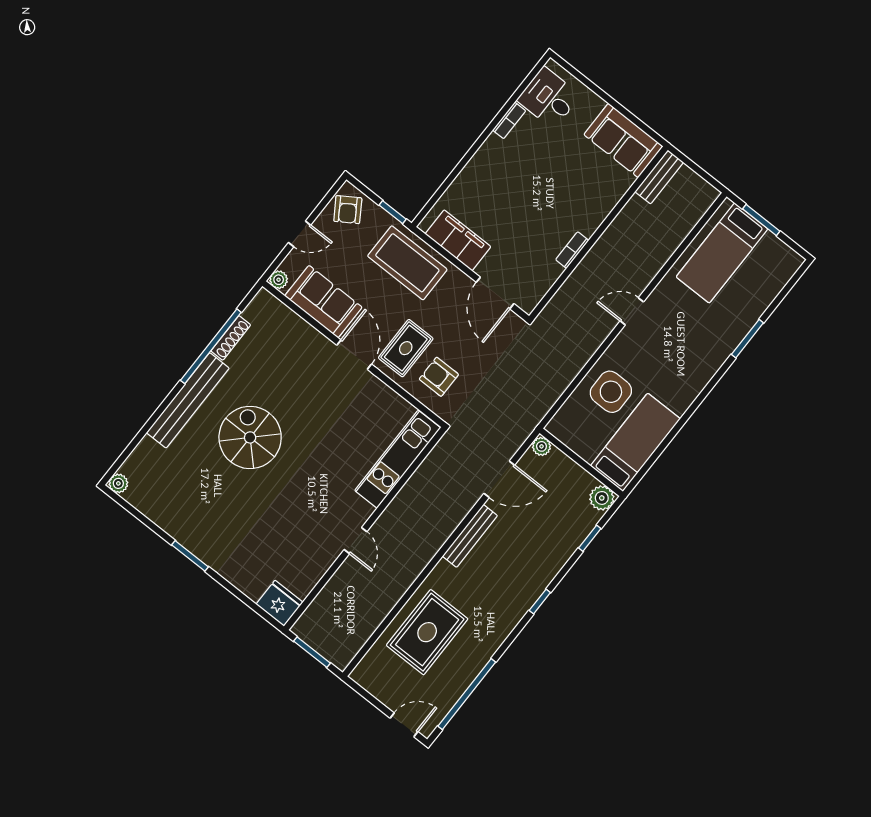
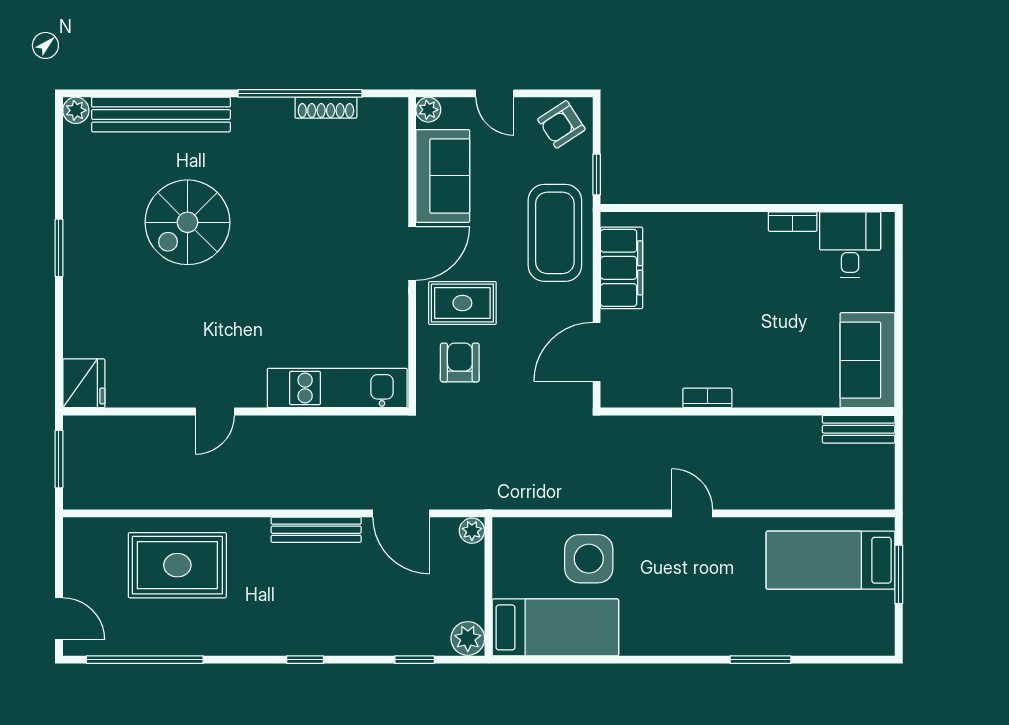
bench: (188, 400) -> (161, 115), moved
spiral stairs: (250, 437) -> (187, 222), moved, turned 180

